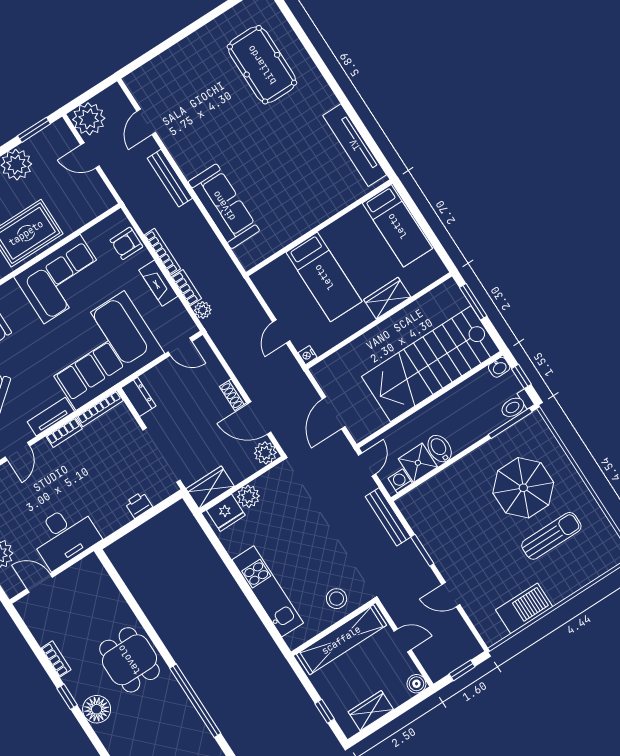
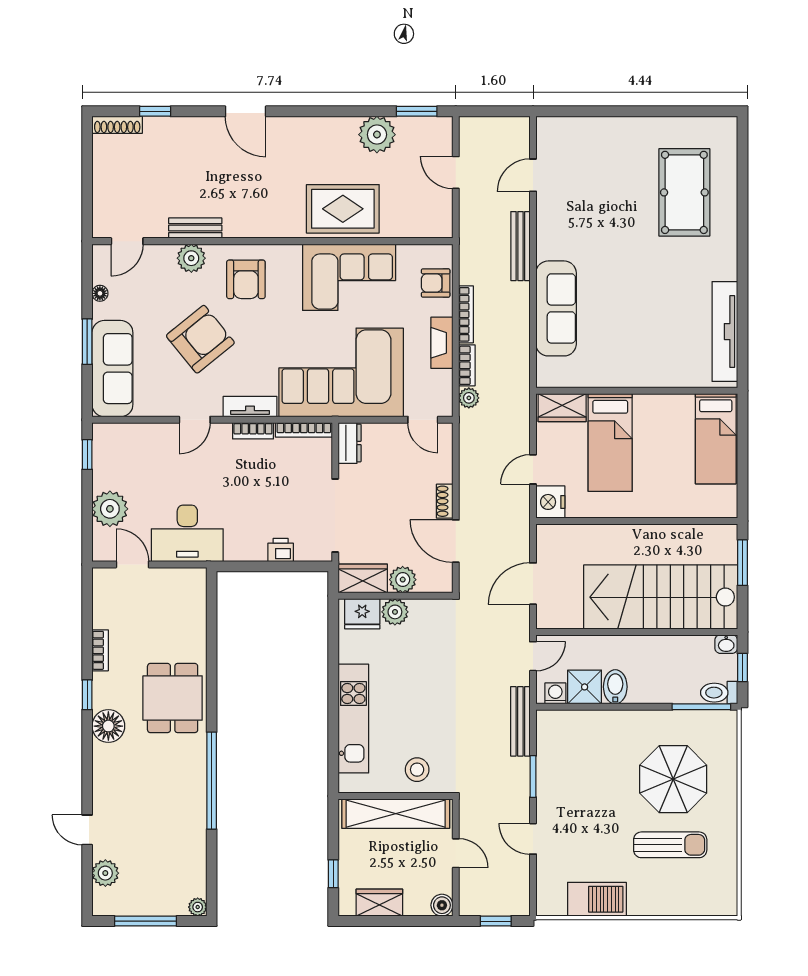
plant: (89, 119) -> (478, 135), removed
wardrobe: (387, 298) -> (562, 408), moved, turned 180
nightstand: (308, 355) -> (550, 502), width x1.89, depth x1.79
plant: (265, 453) -> (403, 580), moved

